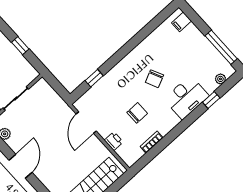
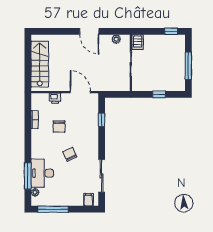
sliding door: (147, 30) -> (102, 176), added
desk: (186, 97) -> (42, 173), moved
window: (211, 100) -> (28, 176), width x2.17

